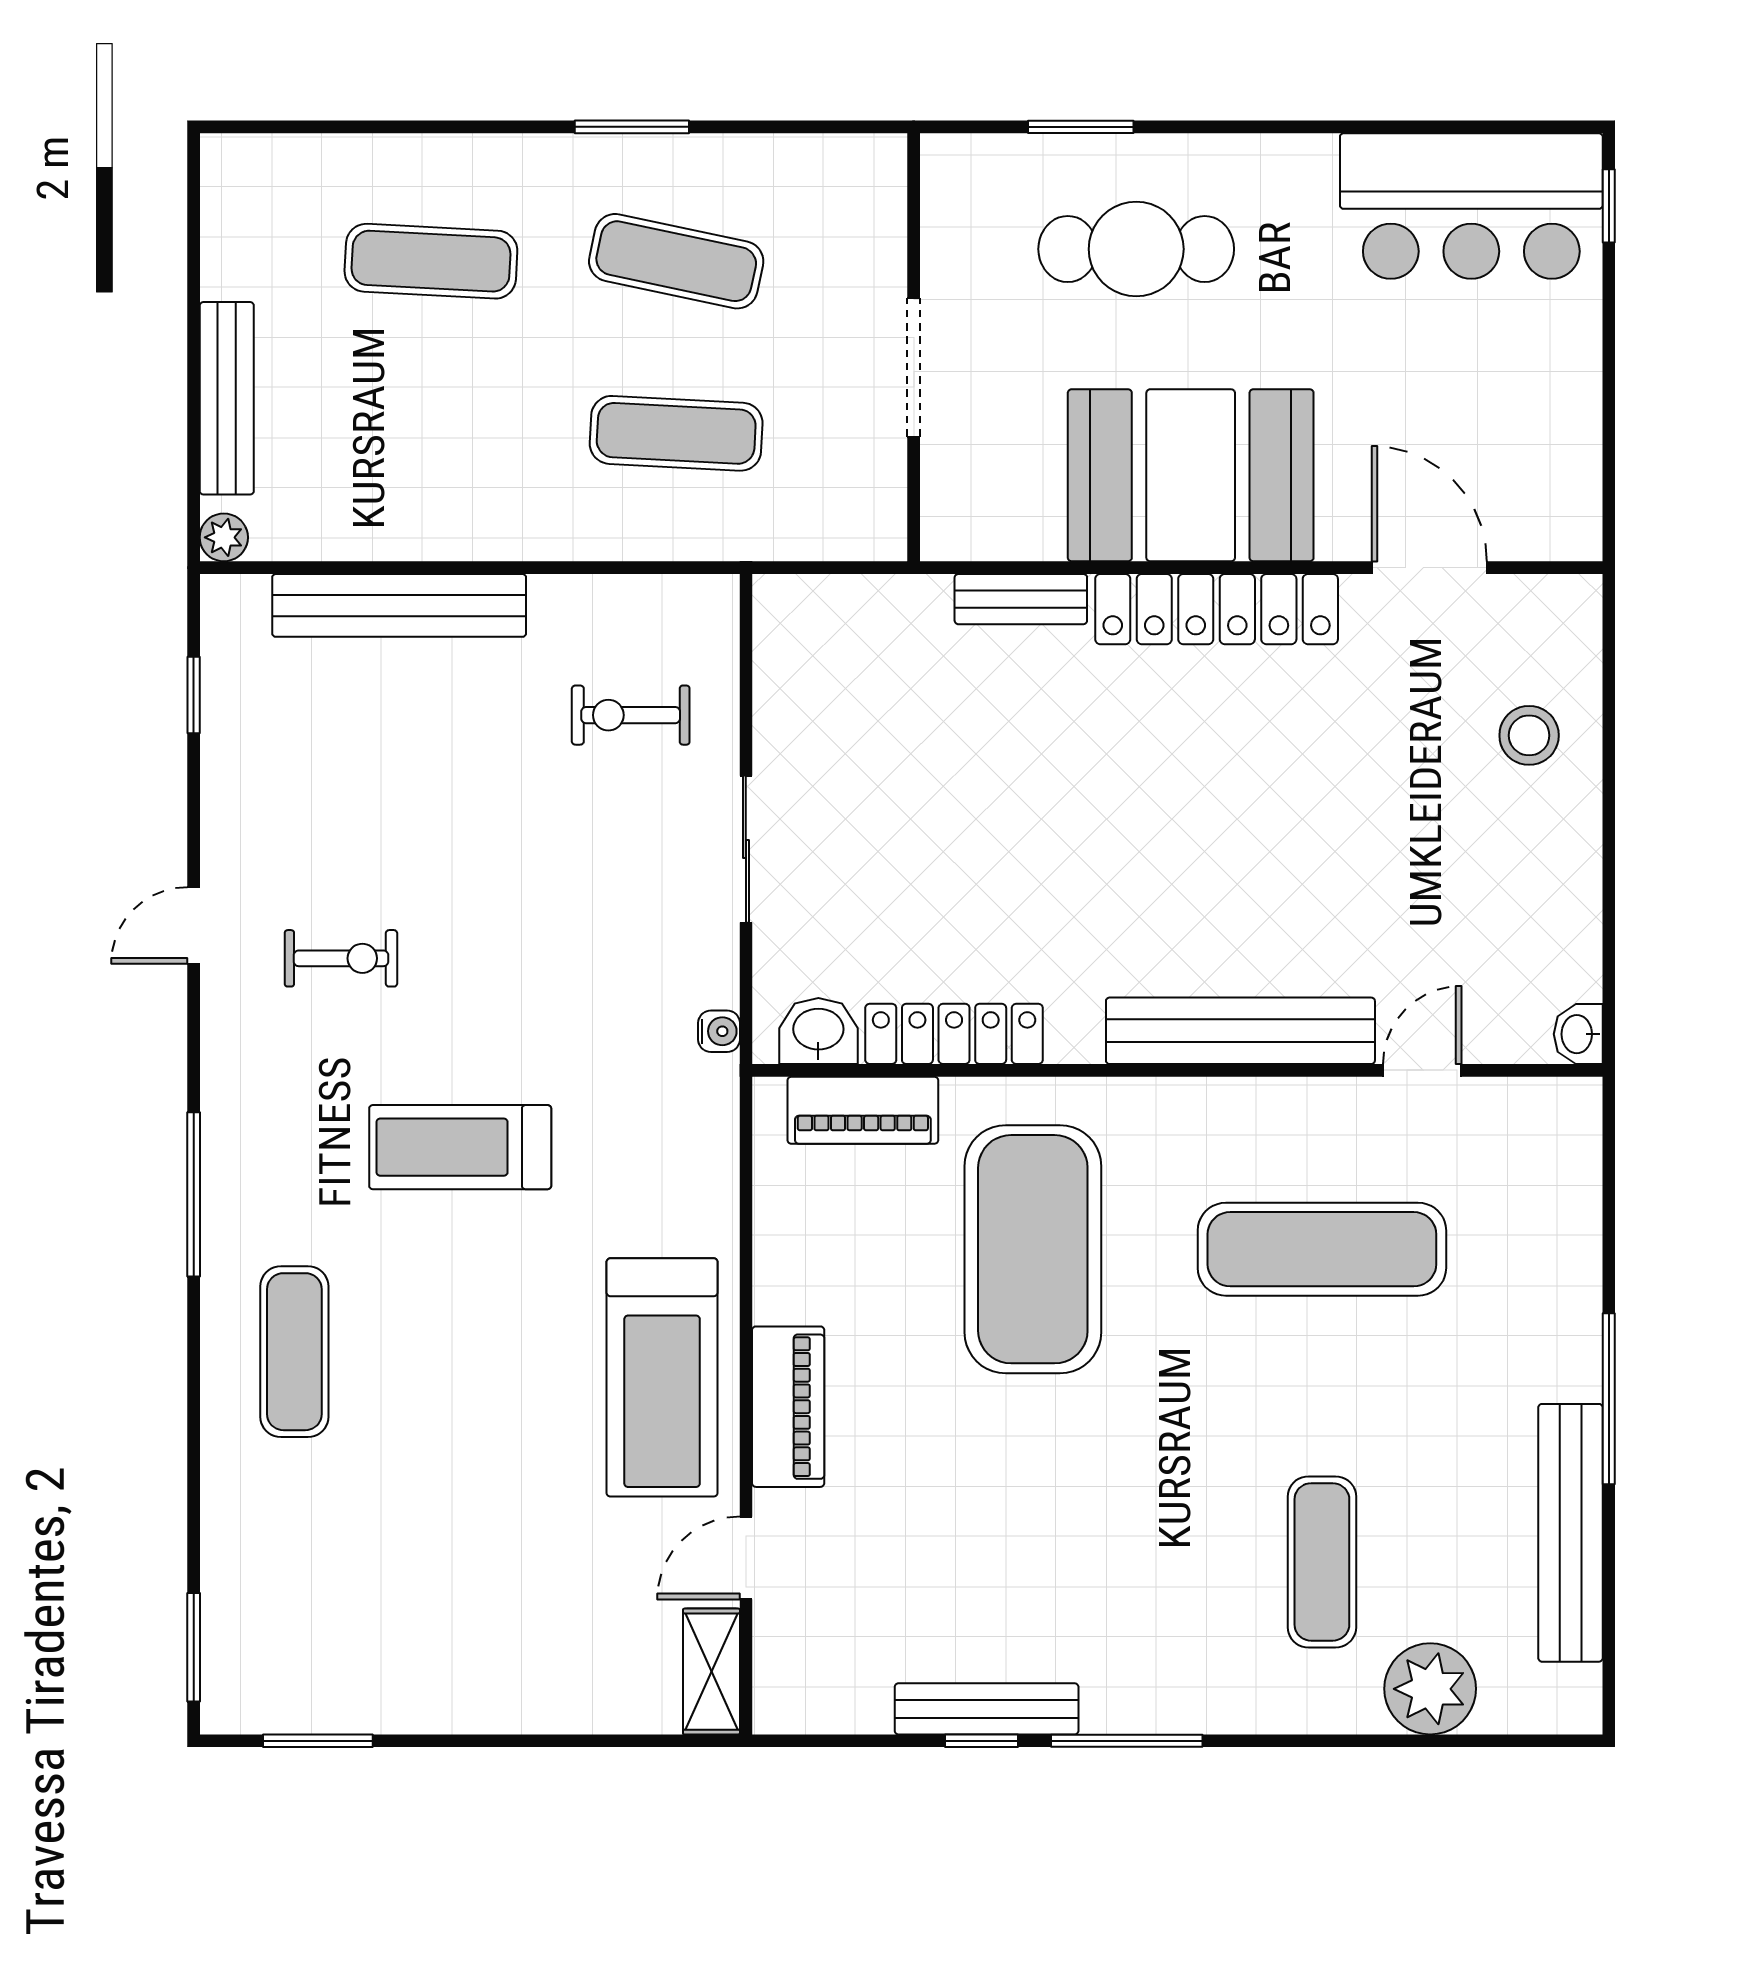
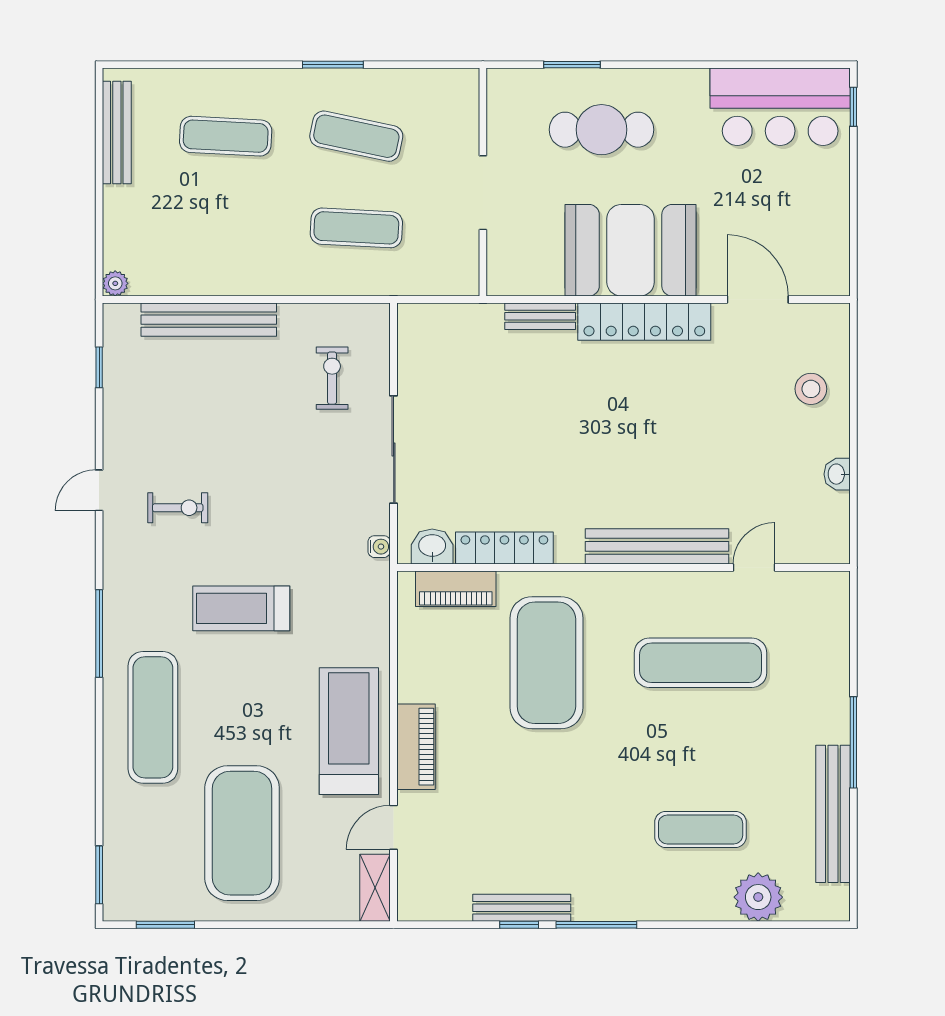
bench: (227, 398) -> (117, 133), moved
exercise bike: (631, 715) -> (332, 378), turned 90
sliding door: (746, 849) -> (394, 449), width x1.37
washbasin: (1578, 1034) -> (837, 474), moved
exercise mat: (294, 1352) -> (153, 717), width x1.36, depth x1.45
treadmill: (662, 1377) -> (349, 731), turned 180
exercise mat: (1322, 1562) -> (701, 829), turned 90
exercise mat: (462, 1569) -> (242, 833), added

